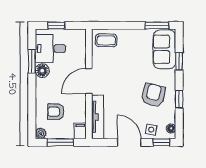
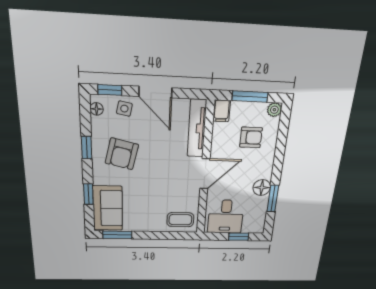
desk: (50, 49) -> (226, 217), moved, turned 90

